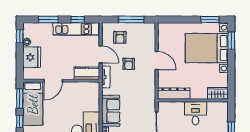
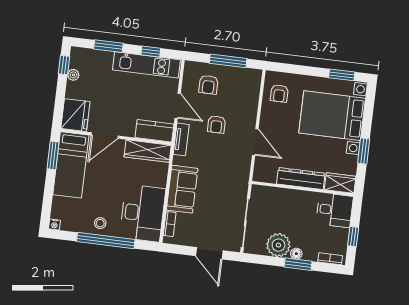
armchair: (169, 37) -> (279, 93), added
window: (231, 41) -> (364, 151), moved
fridge: (32, 57) -> (75, 115), moved
door: (157, 60) -> (255, 142), moved
wardrobe: (84, 88) -> (148, 151), added
dresser: (174, 94) -> (301, 178), moved
desk: (195, 113) -> (335, 210), moved, turned 90
window: (20, 121) -> (49, 188), removed

